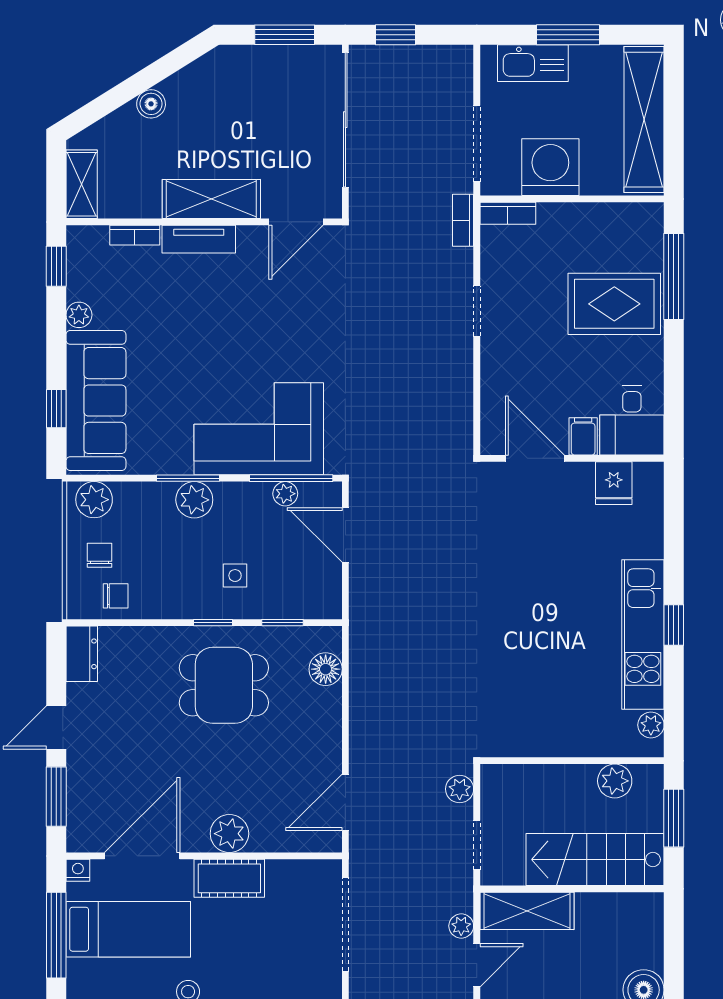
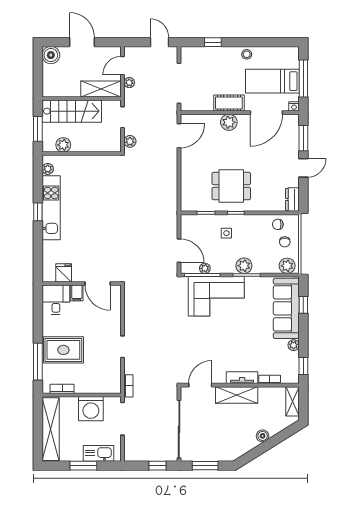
bookcase: (508, 213) -> (62, 389), moved
floor lamp: (326, 669) -> (188, 193), removed

